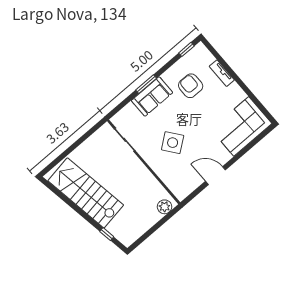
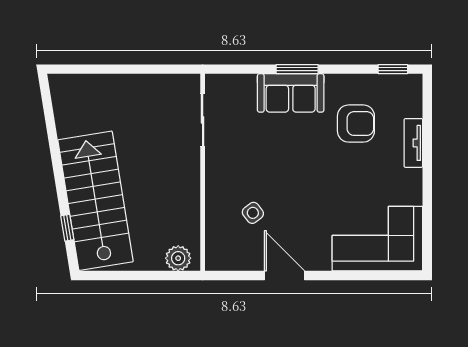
armchair: (191, 86) -> (356, 124), turned 90
side table: (173, 143) -> (253, 213), moved, width x0.54, depth x0.54
stairs: (86, 193) -> (96, 201), moved

